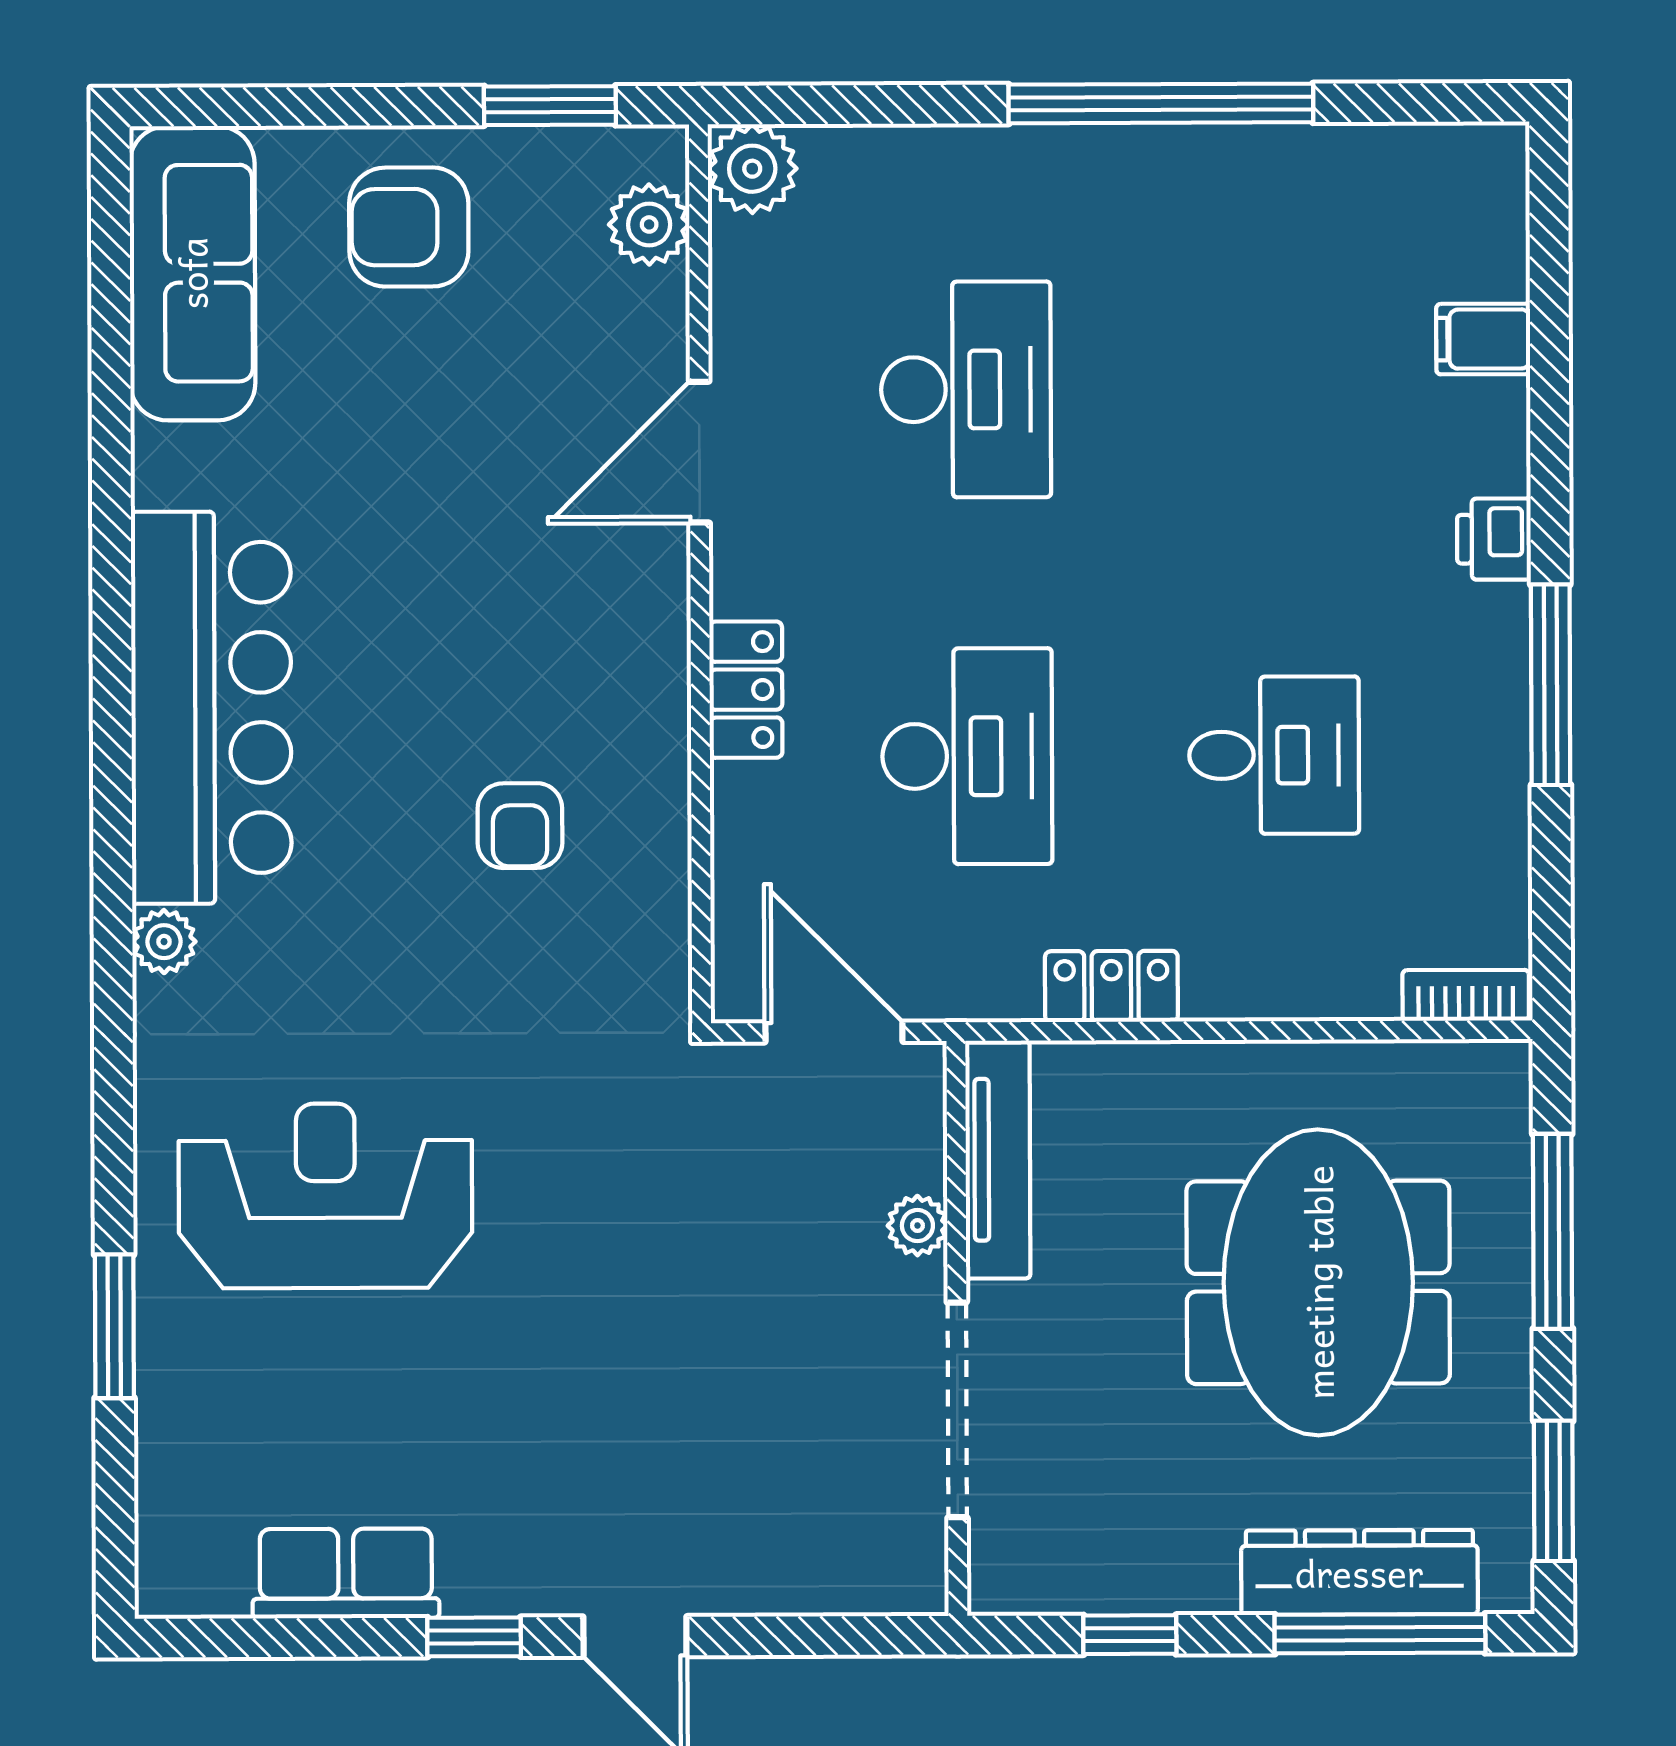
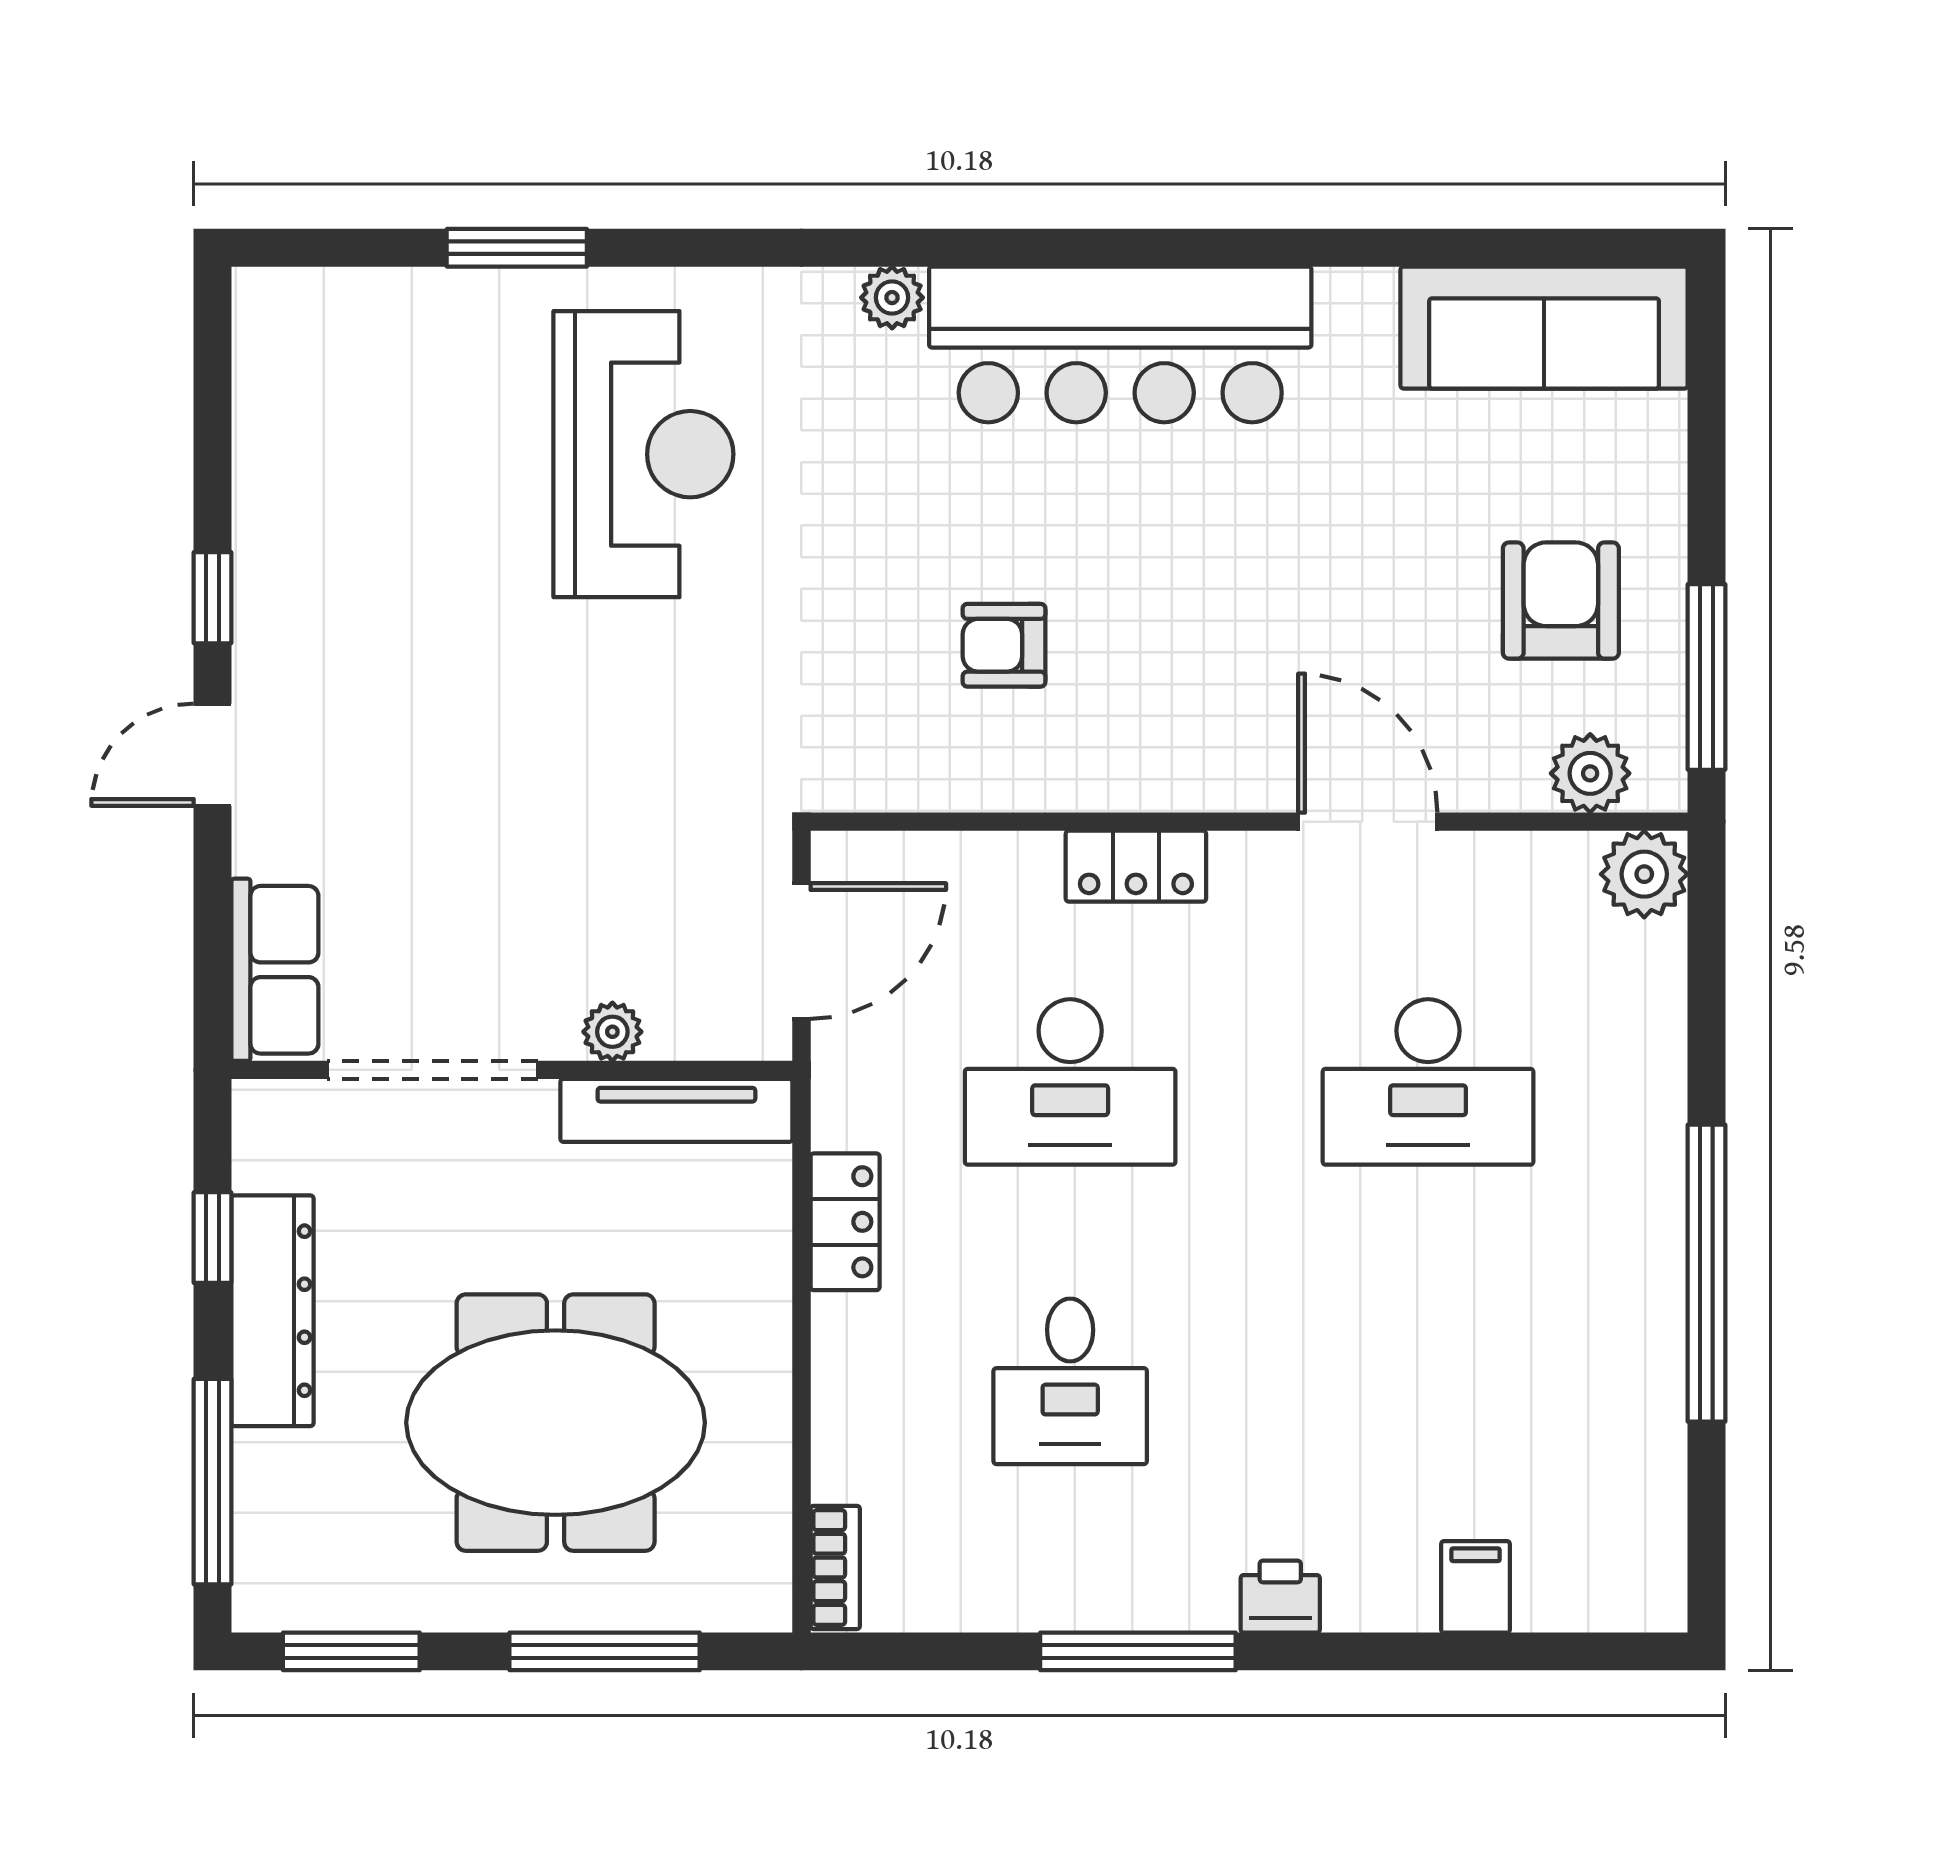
window: (550, 106) -> (1706, 677), width x1.44
armchair: (409, 227) -> (1561, 601), moved
dresser: (1359, 1572) -> (272, 1311), moved
row of seats: (346, 1573) -> (275, 970), moved

